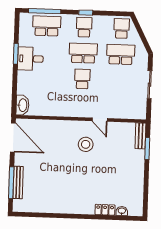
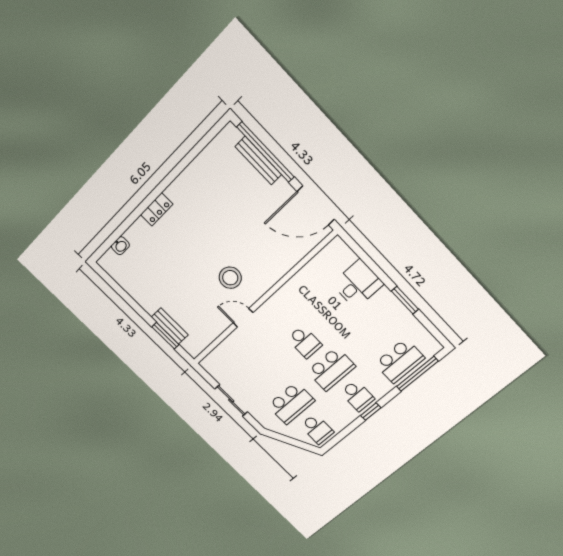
desk: (30, 59) -> (358, 284), moved
washbasin: (22, 105) -> (341, 252), removed
bench: (140, 136) -> (170, 326), moved
window: (11, 183) -> (266, 152), width x1.46
locker: (105, 210) -> (157, 209), moved

